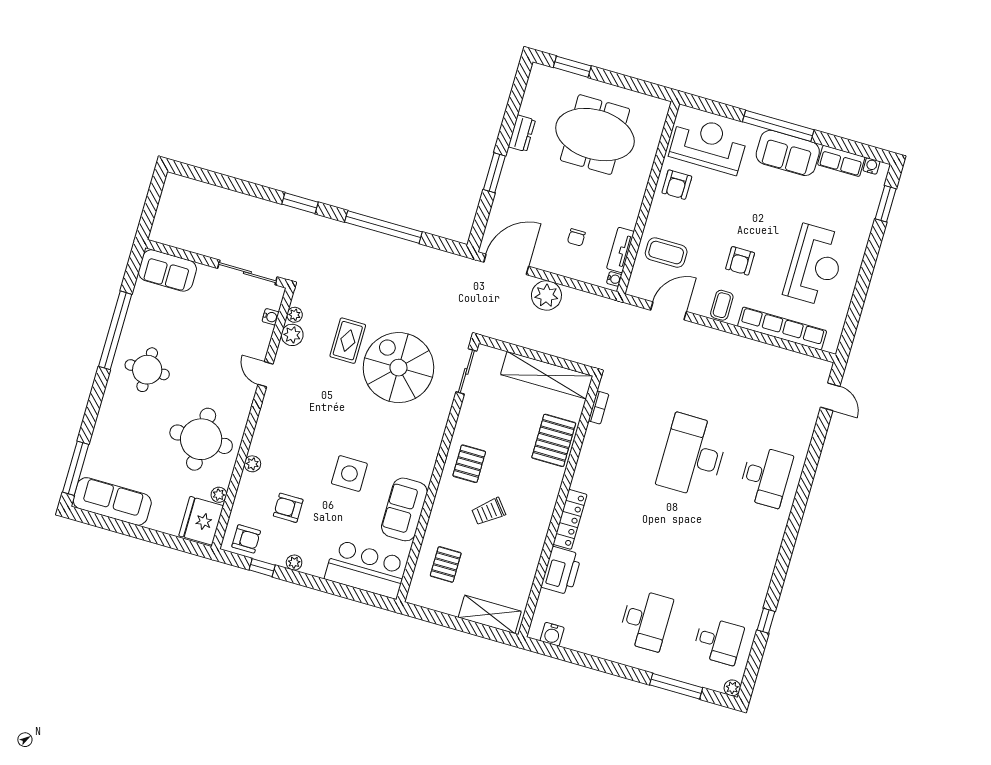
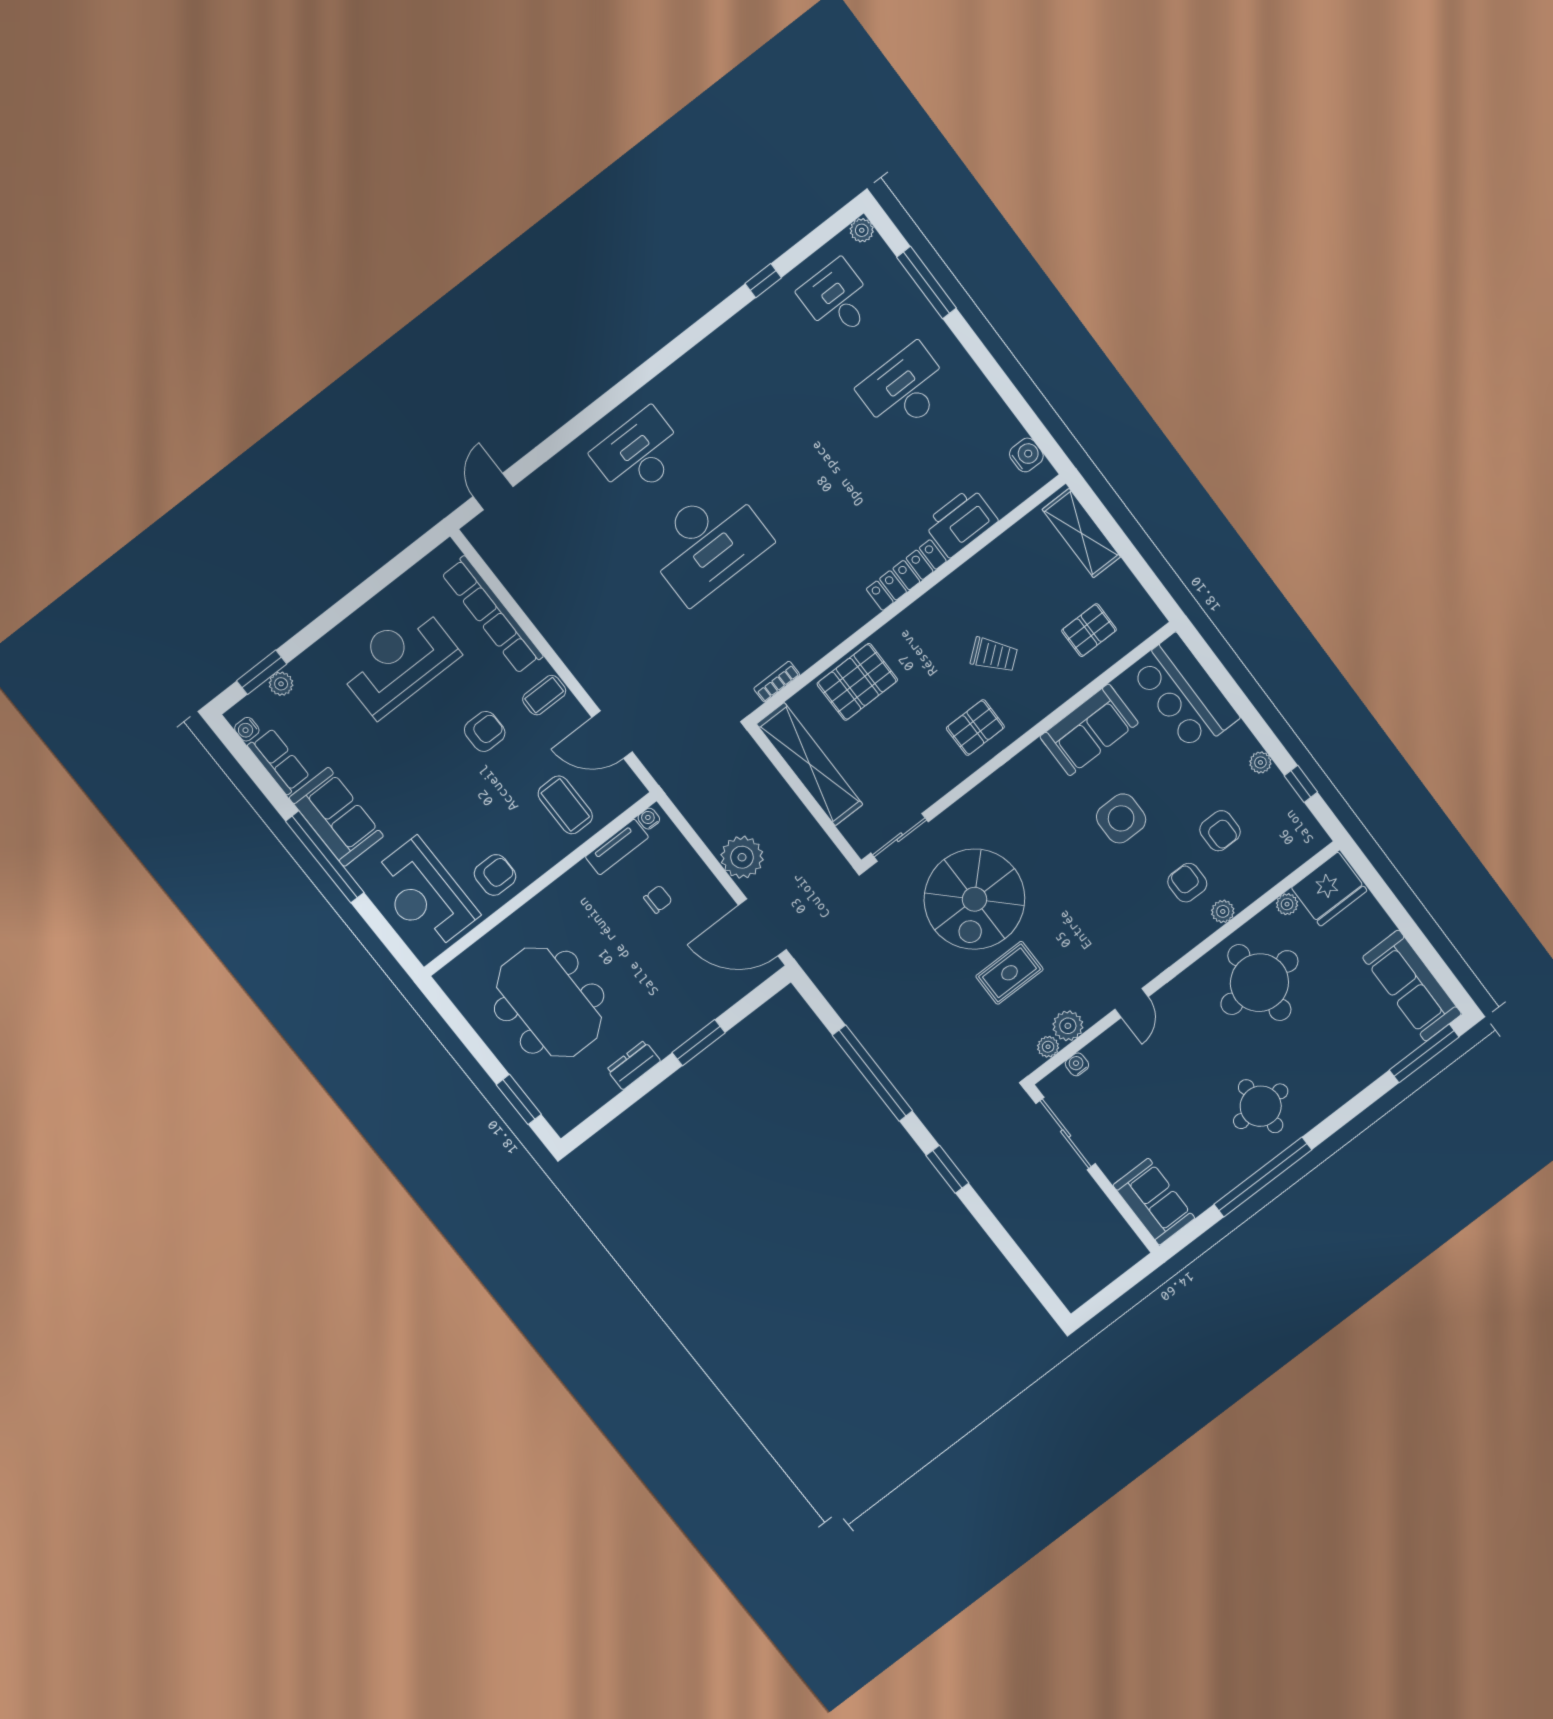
plant: (871, 205) -> (281, 684), added
armchair: (246, 539) -> (1187, 883), moved

